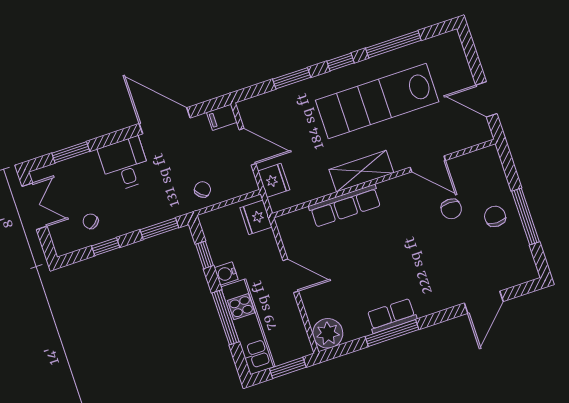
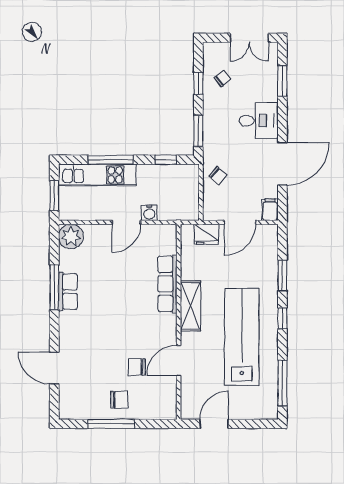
window: (393, 44) -> (282, 383), moved
fridge: (256, 217) -> (182, 210), removed
water cooler: (226, 273) -> (149, 213), moved, turned 180

